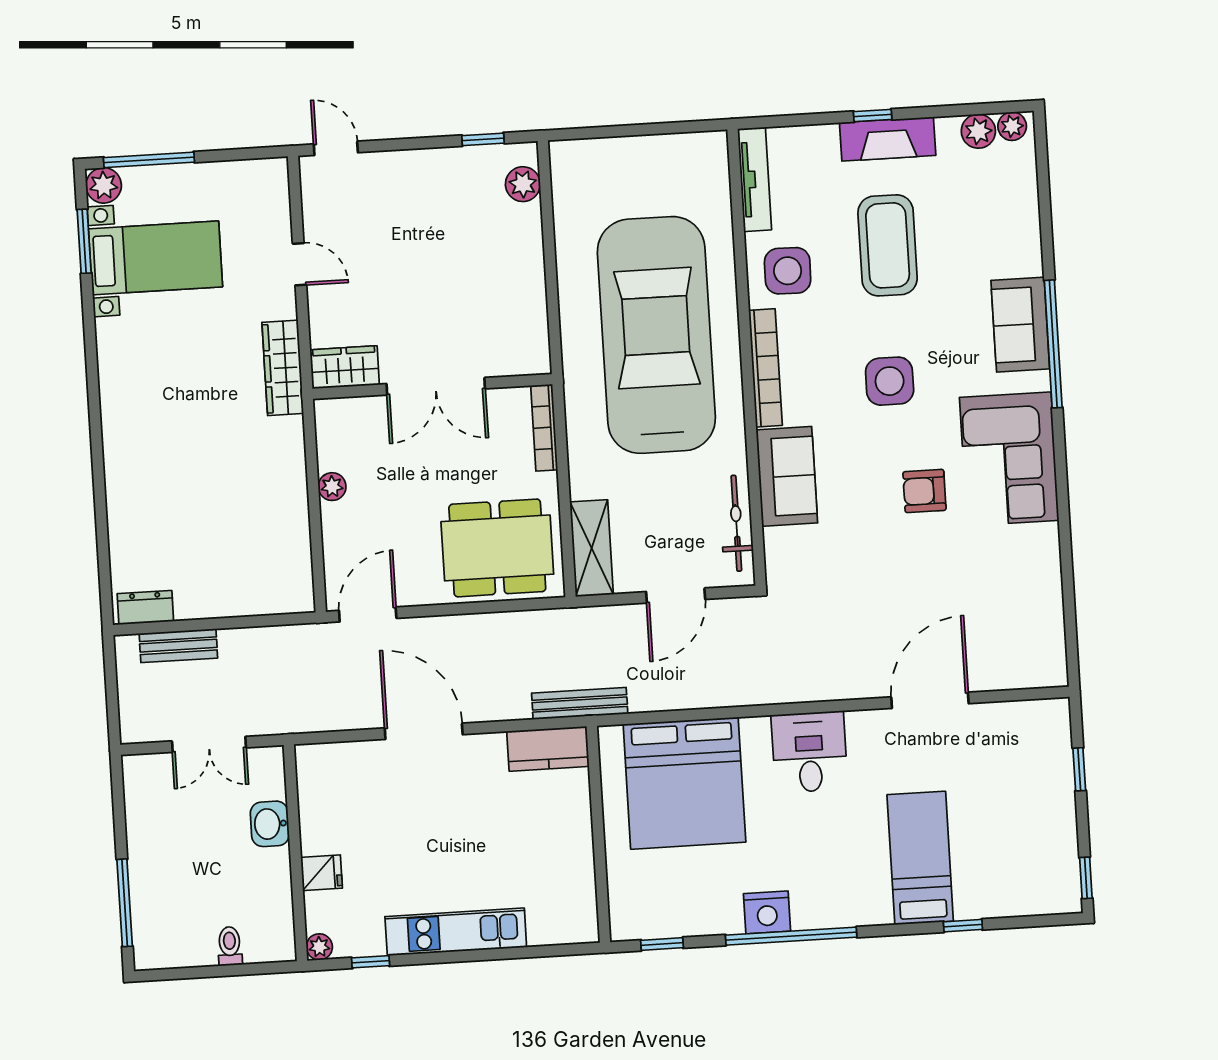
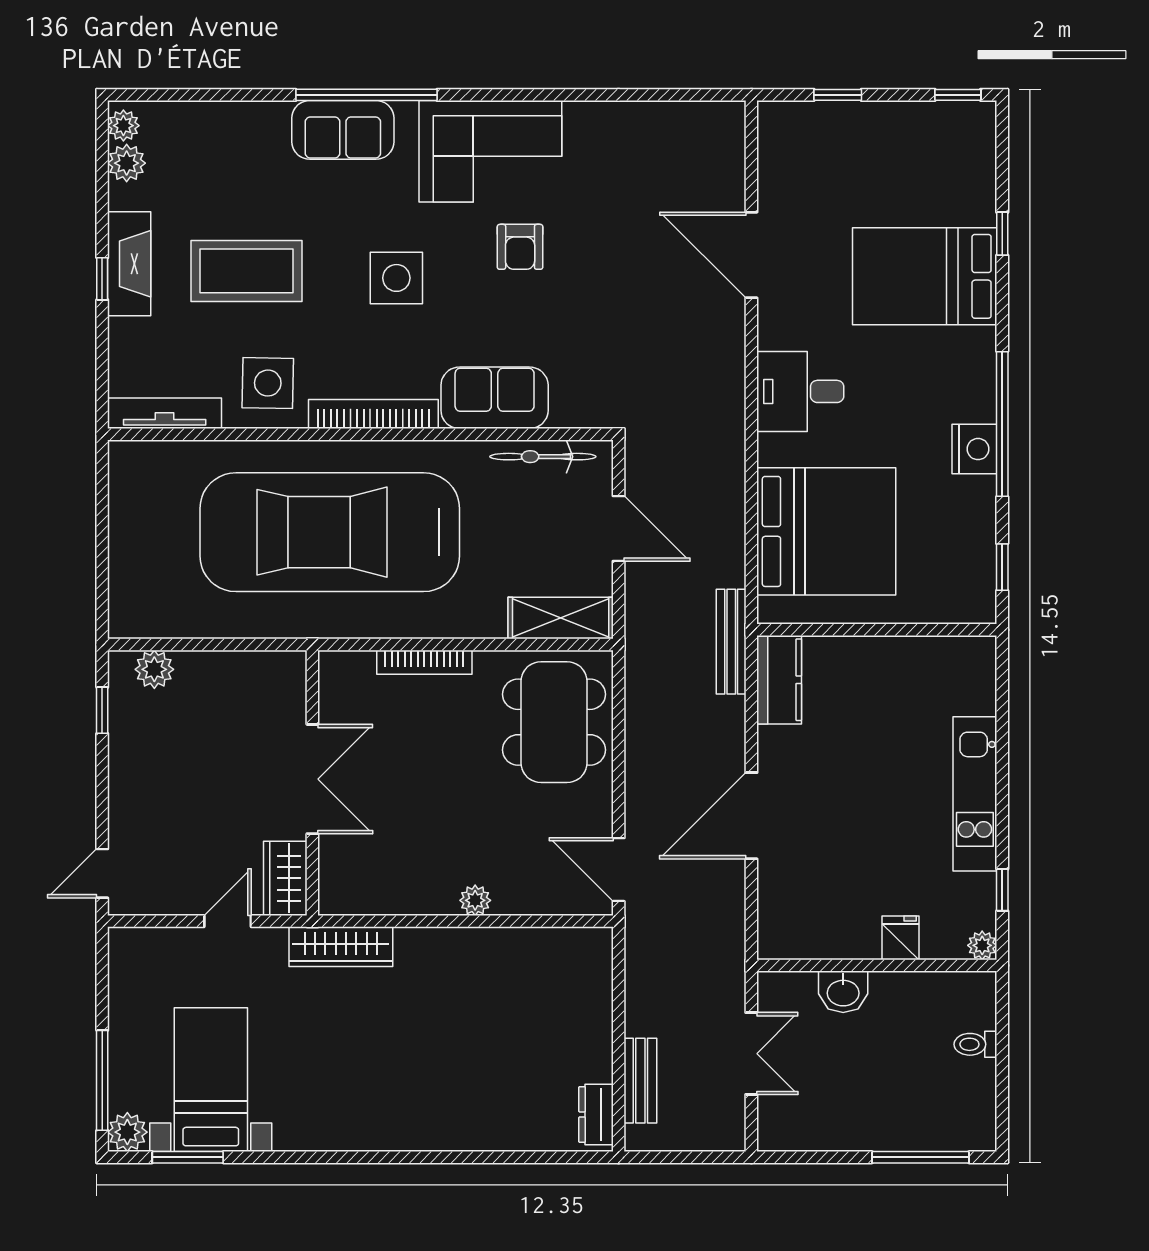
wardrobe: (345, 367) -> (285, 878), moved
wall: (432, 386) -> (312, 783), moved
double door: (436, 386) -> (312, 779), moved
bed: (920, 858) -> (925, 276), width x1.50

